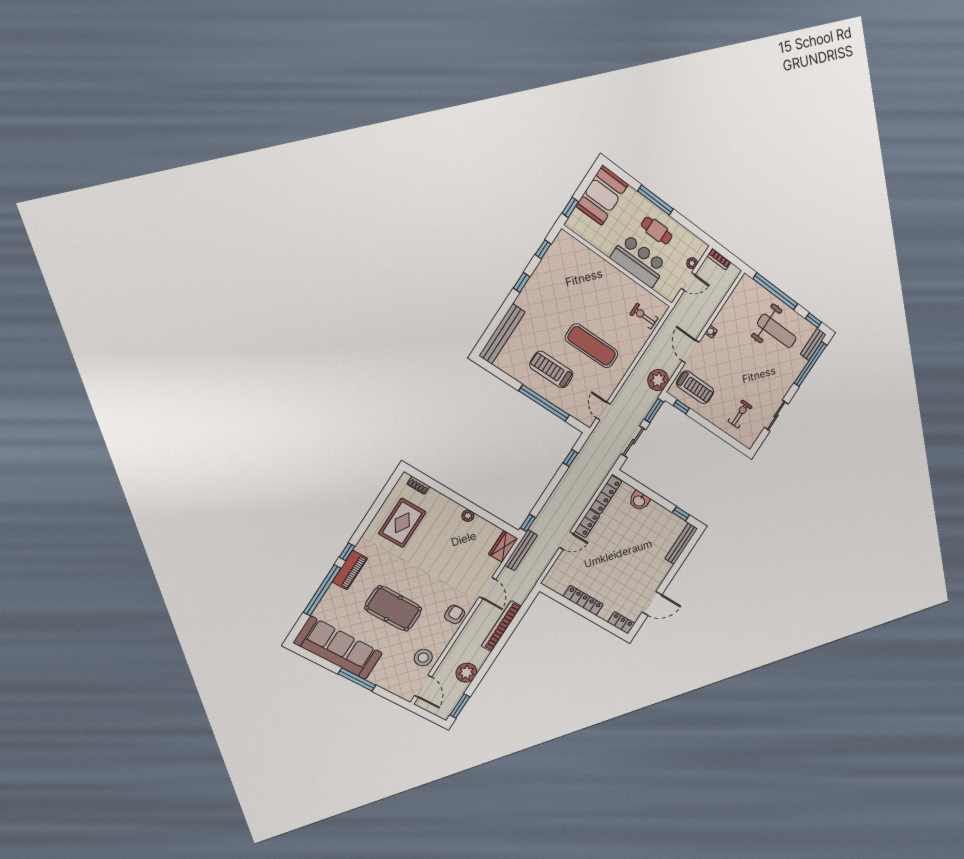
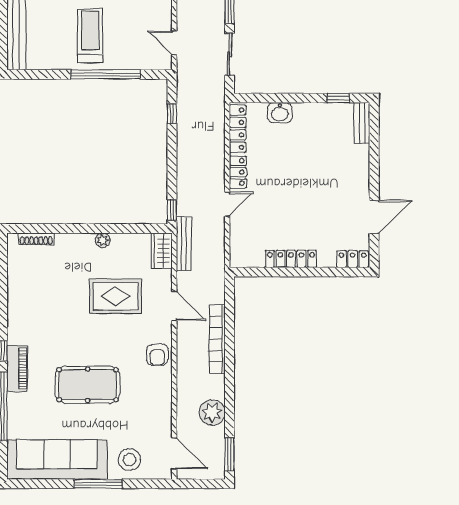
treadmill: (551, 370) -> (90, 36), turned 90
shoe rack: (418, 485) -> (36, 239), width x1.43
rug: (402, 523) -> (115, 296), moved, turned 90
bench: (681, 544) -> (362, 123), width x0.73
armchair: (455, 614) -> (157, 355), turned 180
stool: (423, 658) -> (129, 460), moved

